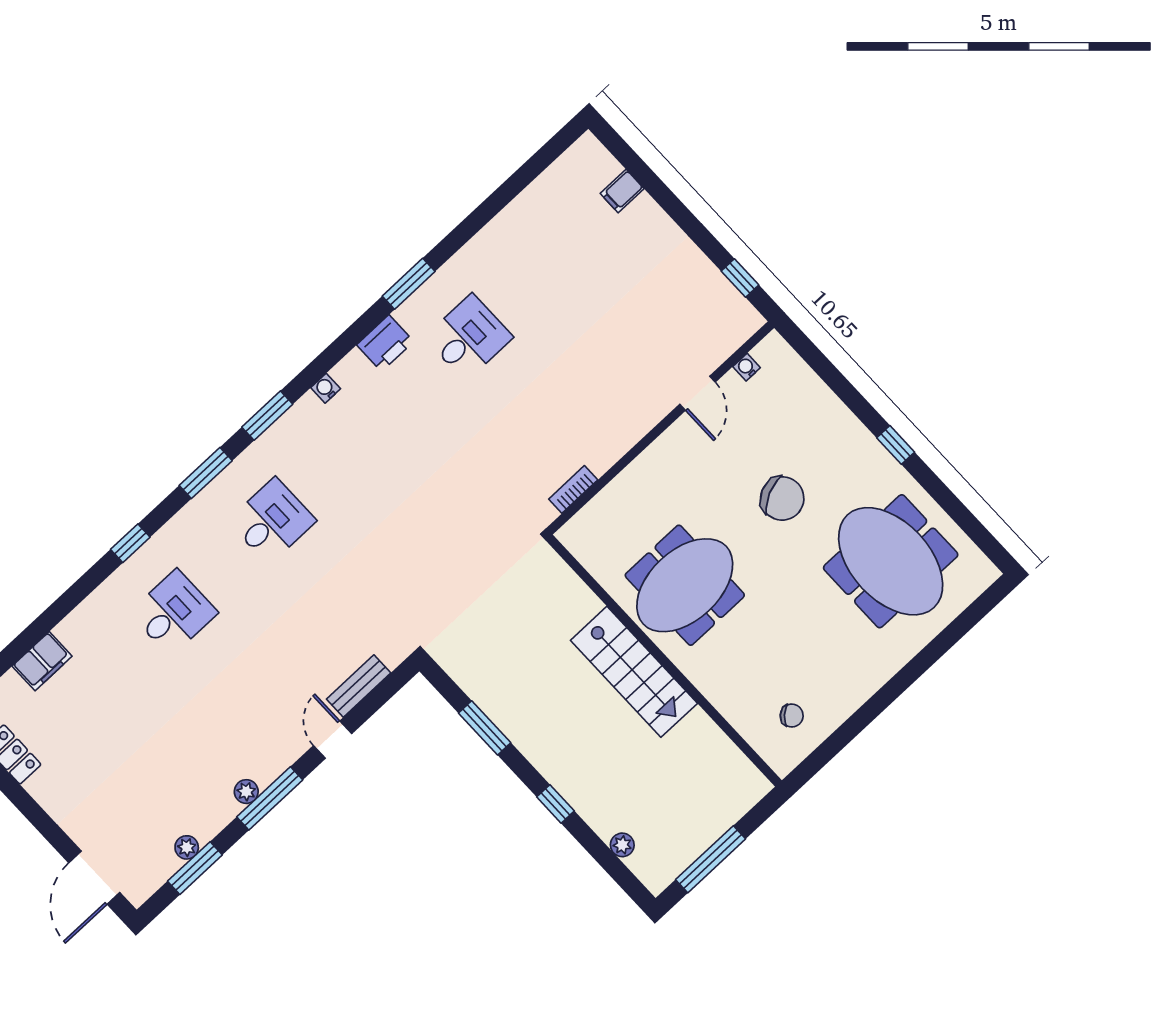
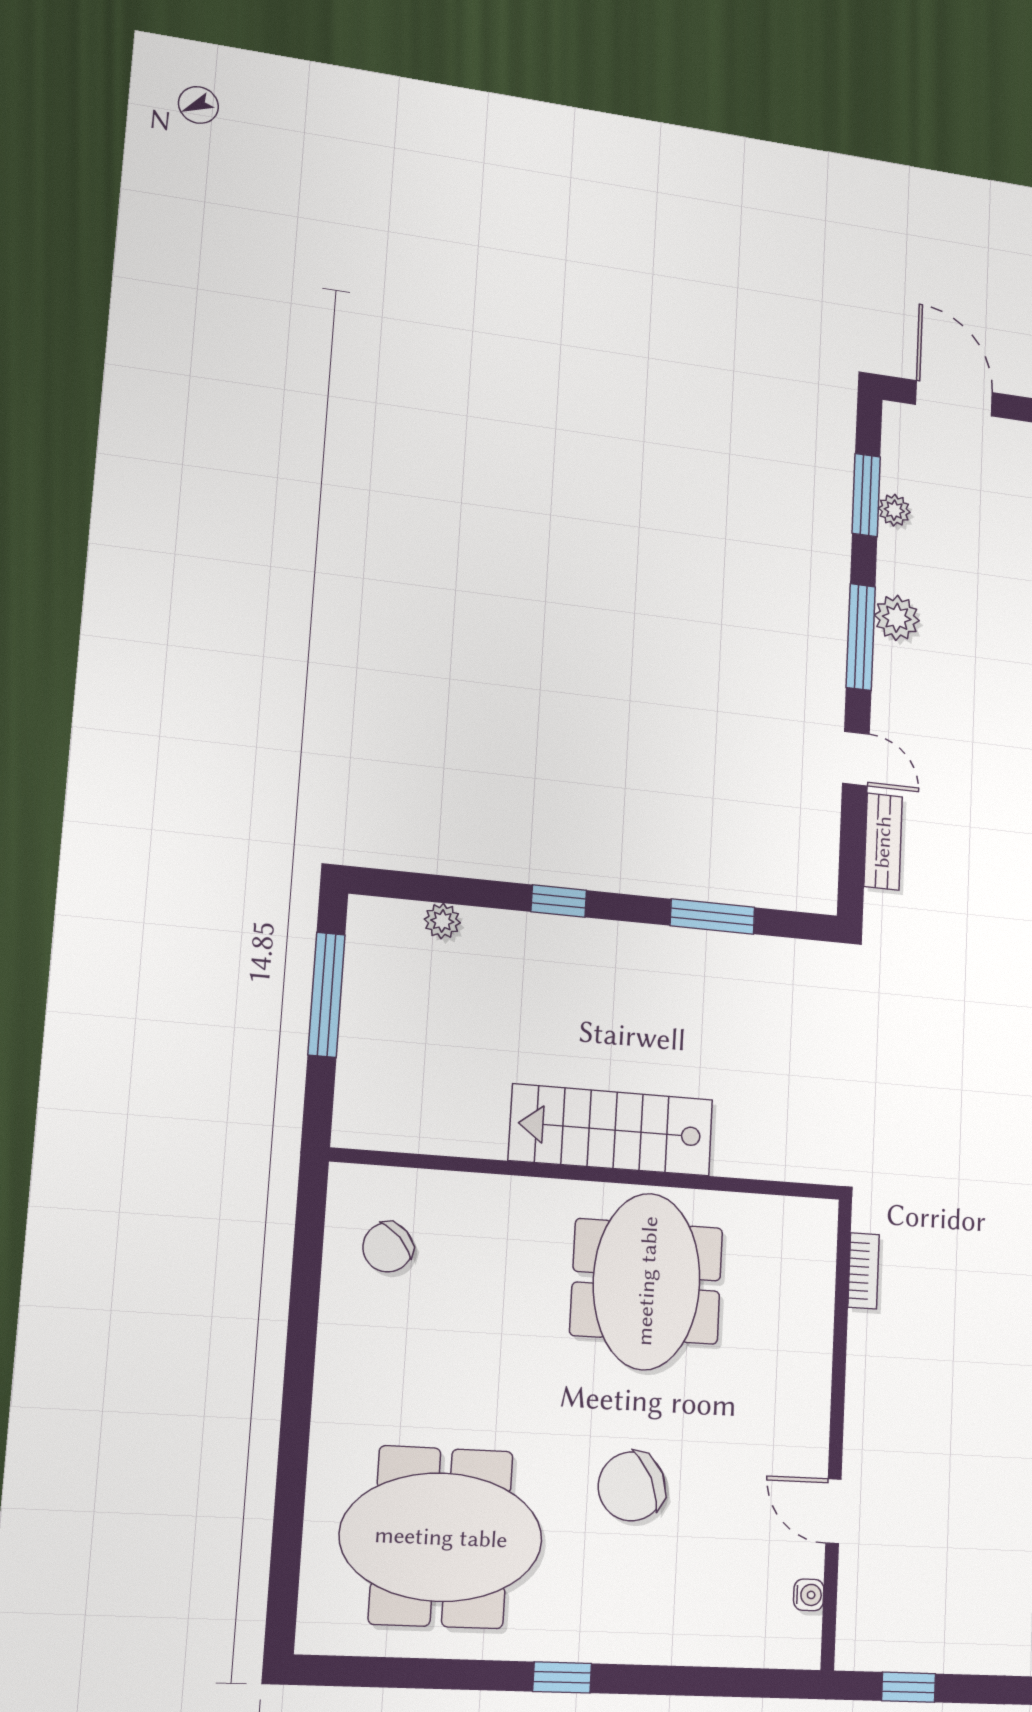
chair: (792, 716) -> (388, 1247), width x1.37, depth x1.37
plant: (246, 792) -> (897, 618), width x1.38, depth x1.38

